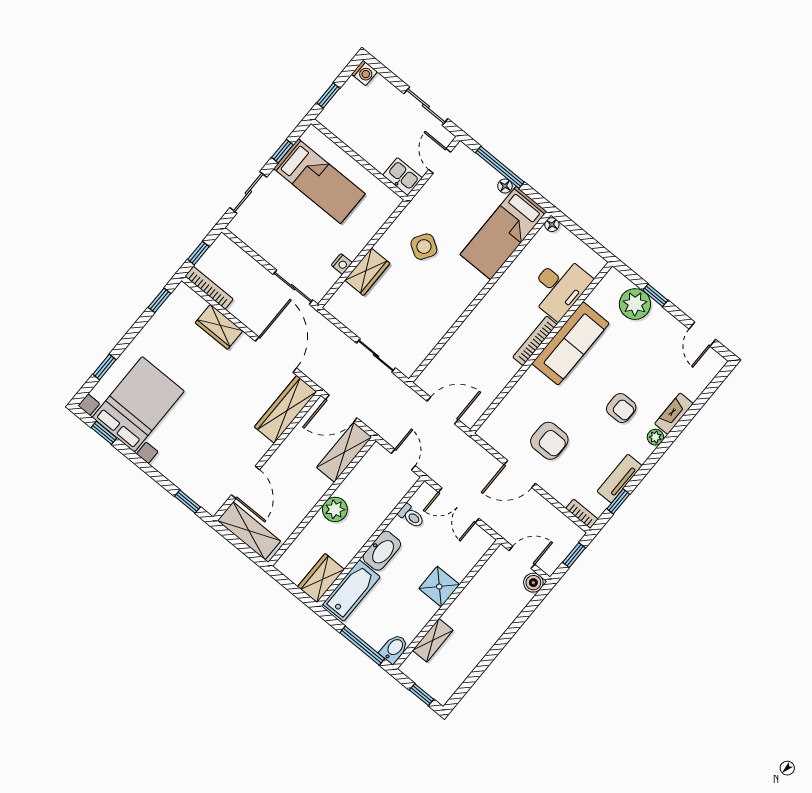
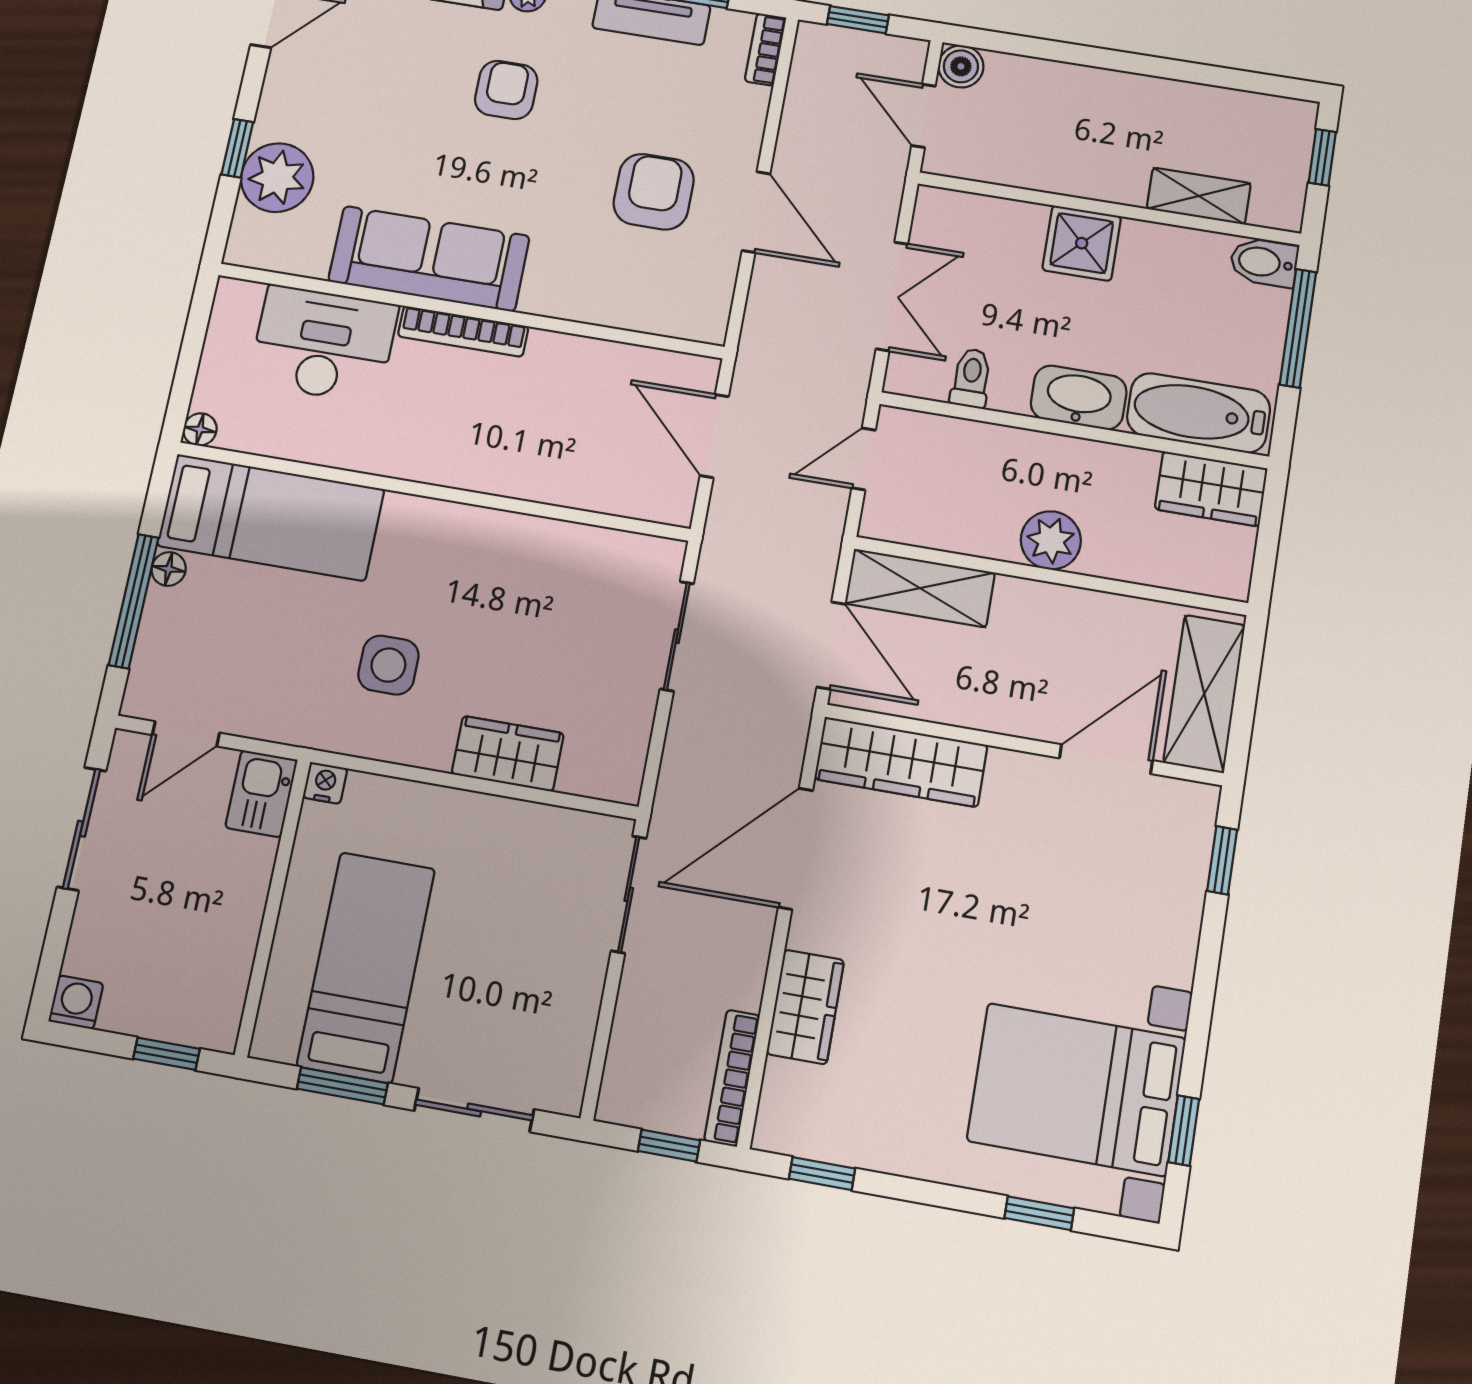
window: (282, 151) -> (342, 1086), width x1.50
side table: (424, 247) -> (388, 665), turned -32
nightstand: (342, 264) -> (325, 783), moved

